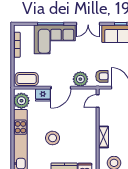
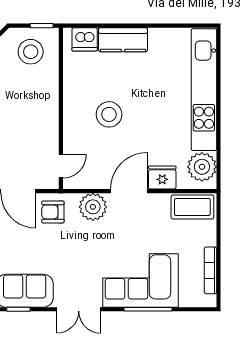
double door: (88, 24) -> (79, 309), swing flipped
shelving: (104, 137) -> (50, 100), removed
stool: (53, 138) -> (109, 114), moved

